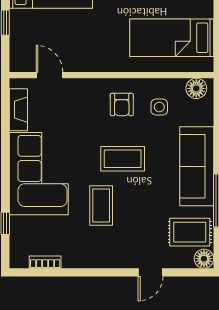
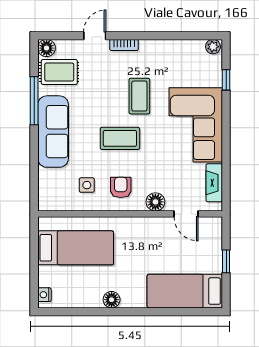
floor lamp: (196, 88) -> (155, 202), moved
plant: (20, 260) -> (213, 47), added
bookcase: (45, 262) -> (124, 45), moved

